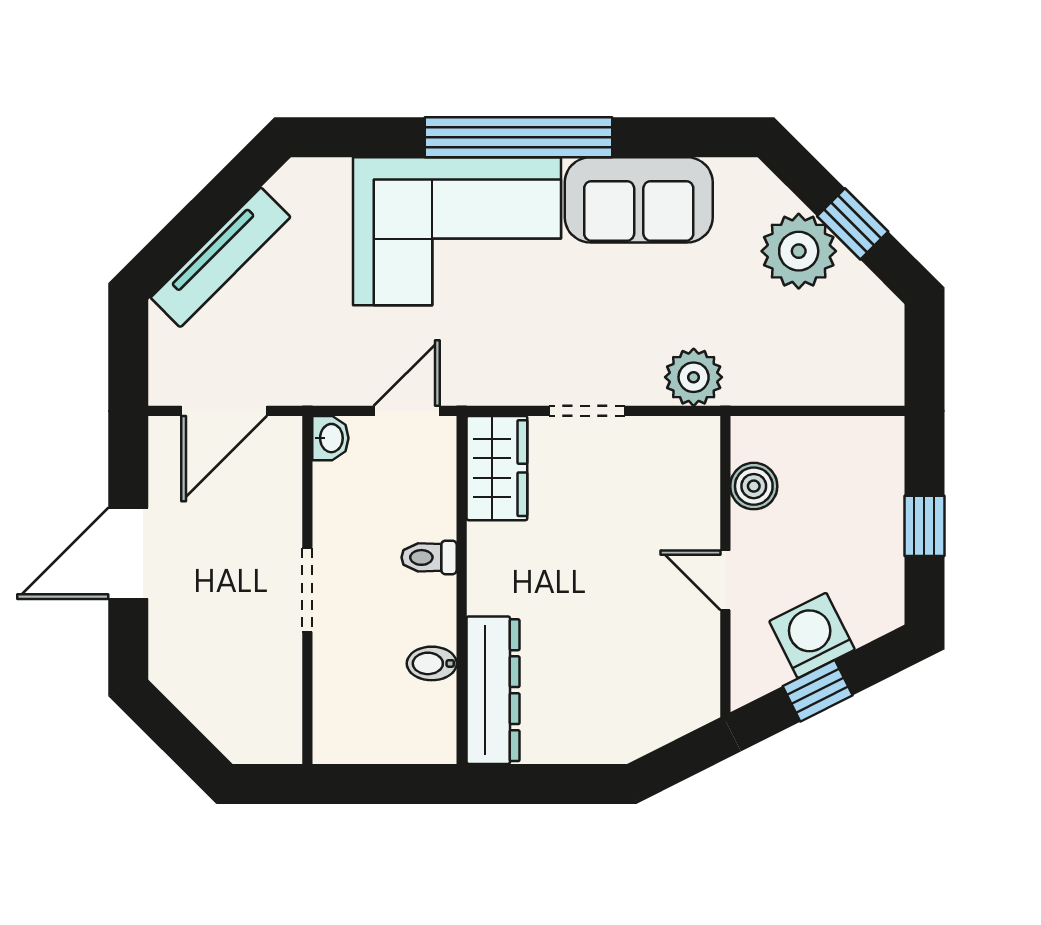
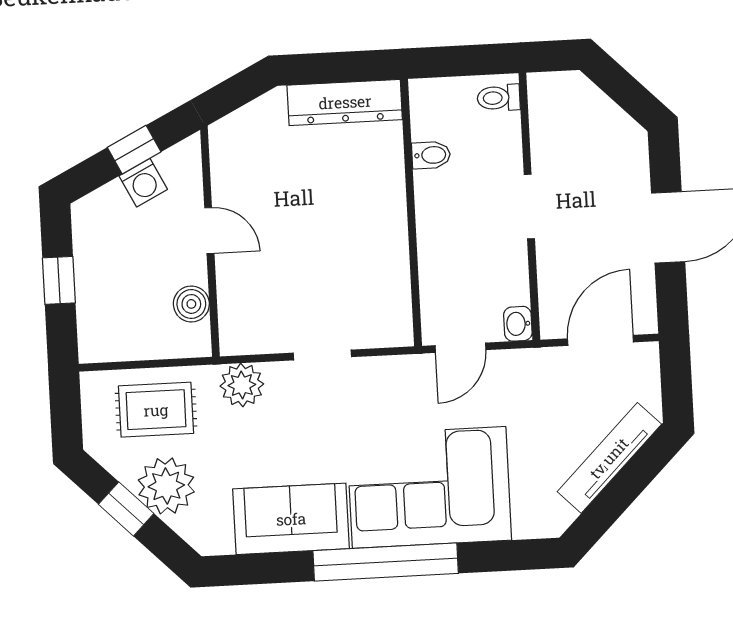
rug: (807, 351) -> (156, 410), added
wardrobe: (497, 468) -> (389, 307), removed
toilet: (429, 557) -> (499, 98), moved, turned 180
washing machine: (812, 635) -> (143, 183), width x0.73, depth x0.73
dresser: (493, 690) -> (345, 102), moved, turned -90

